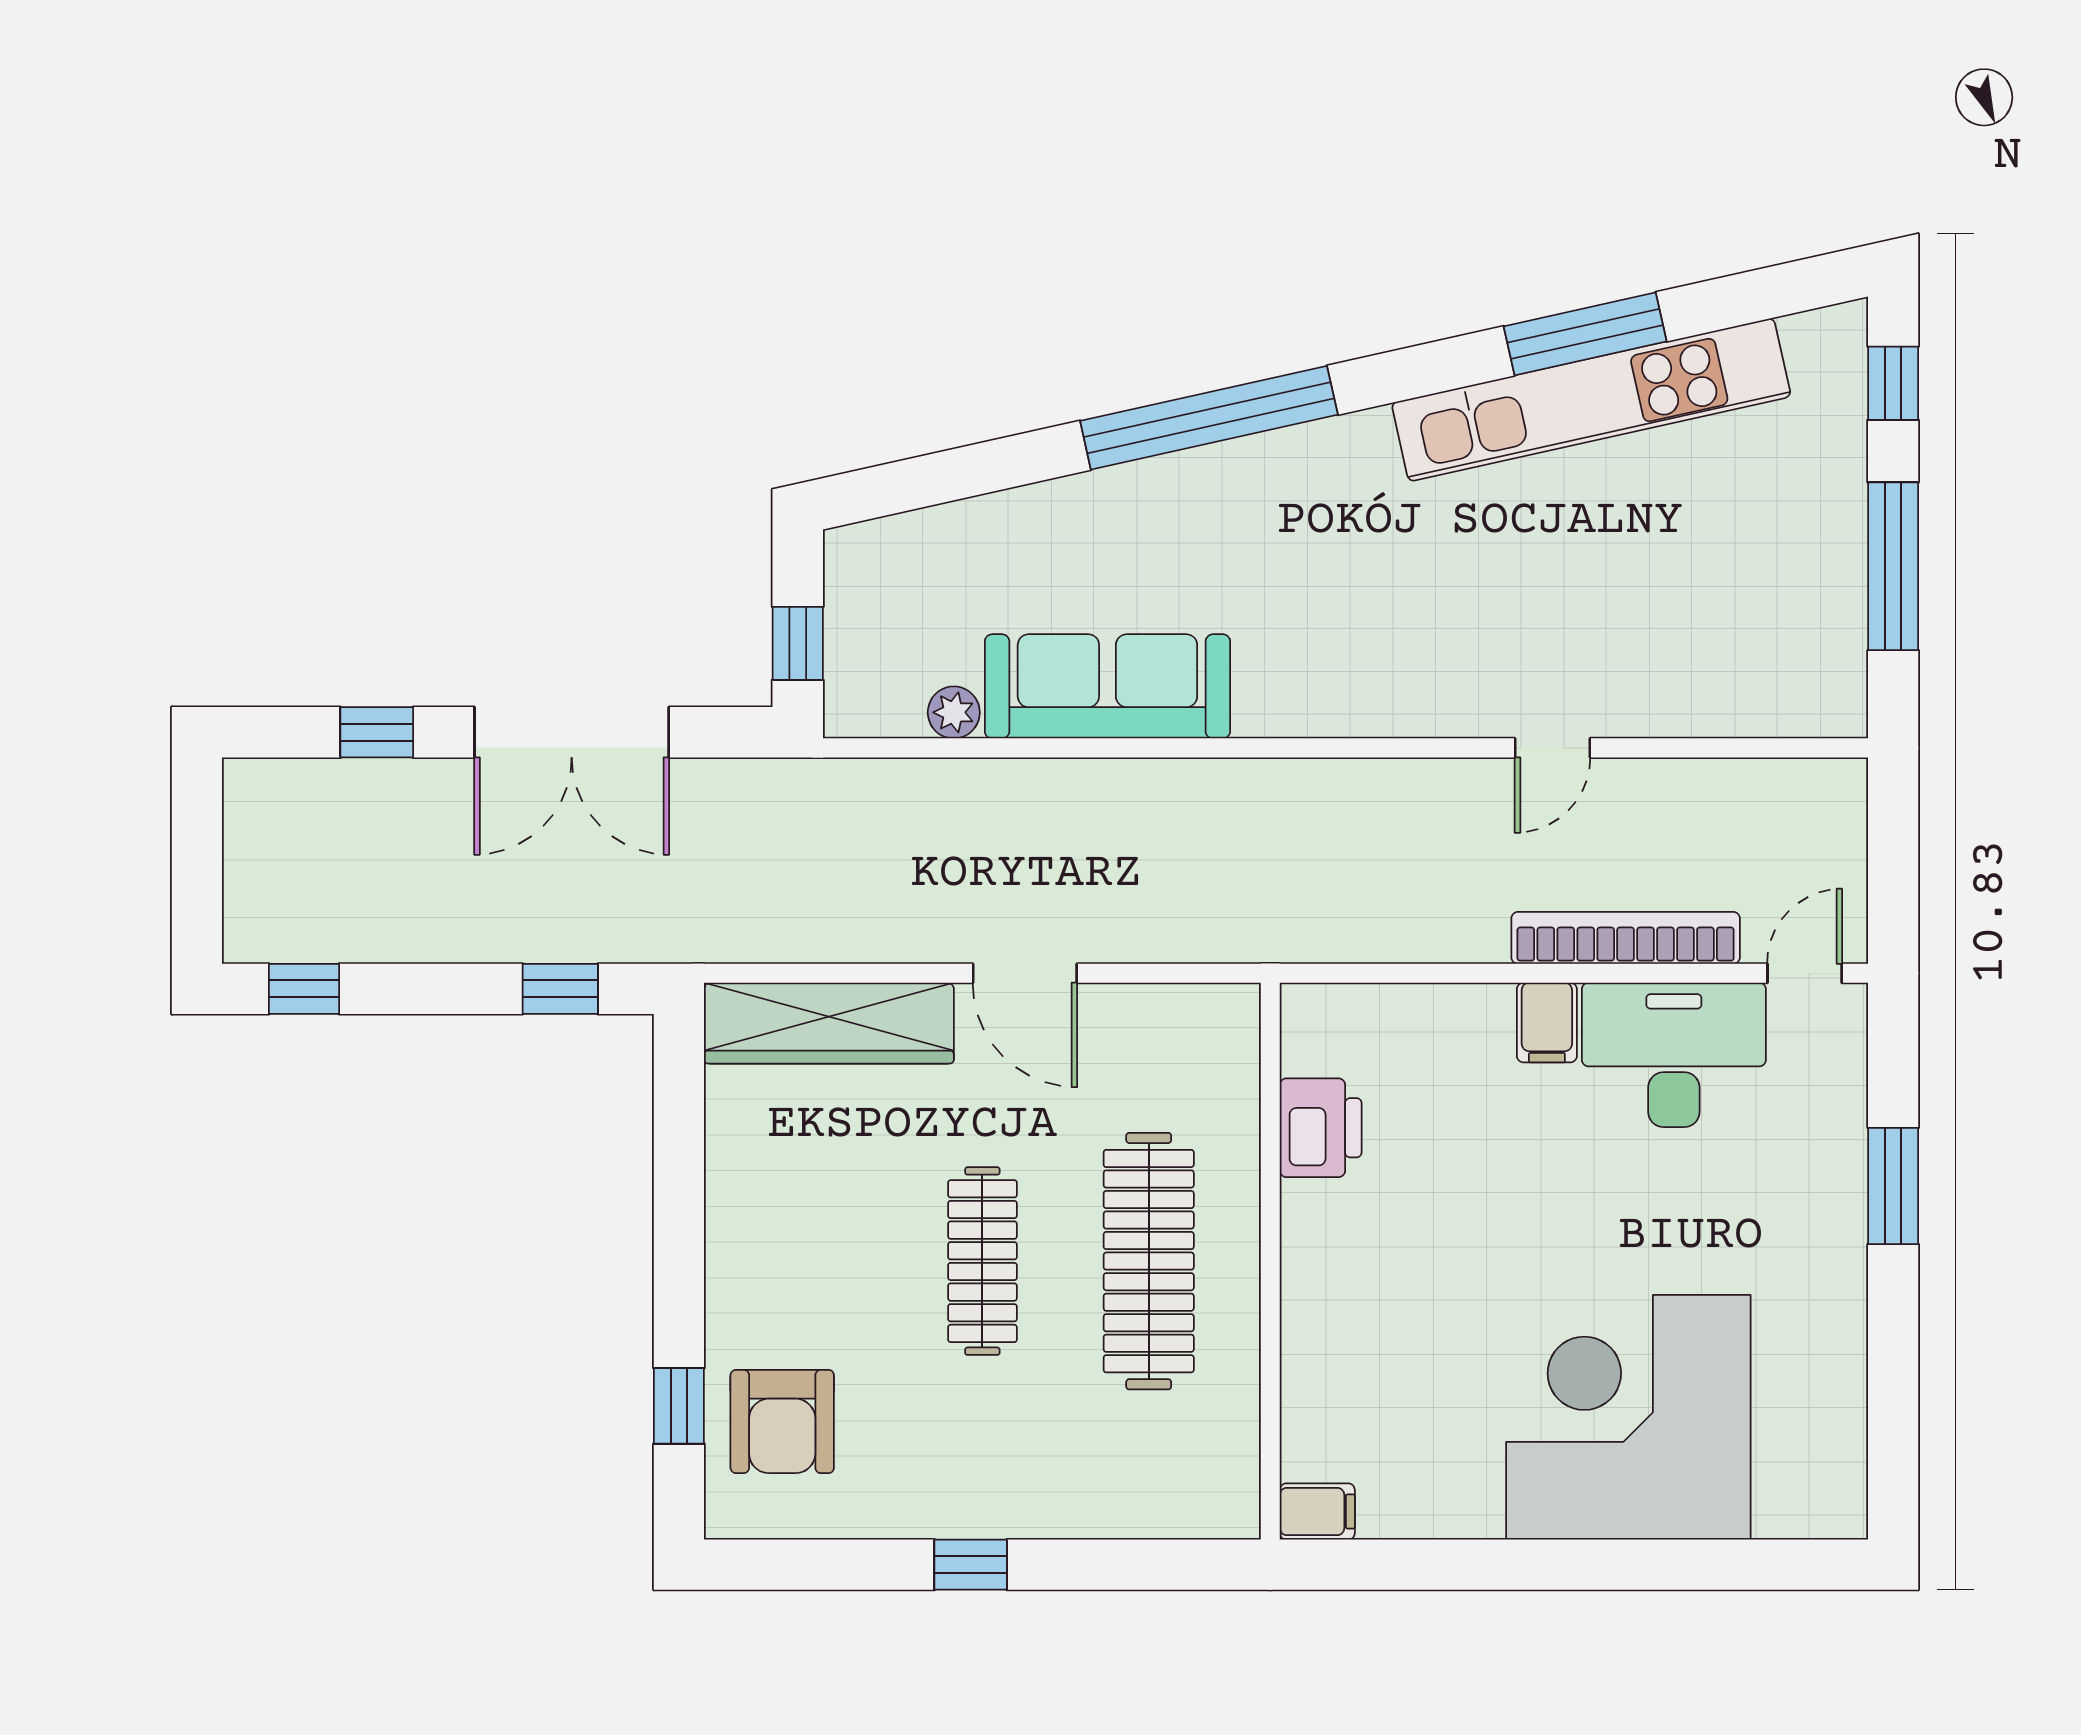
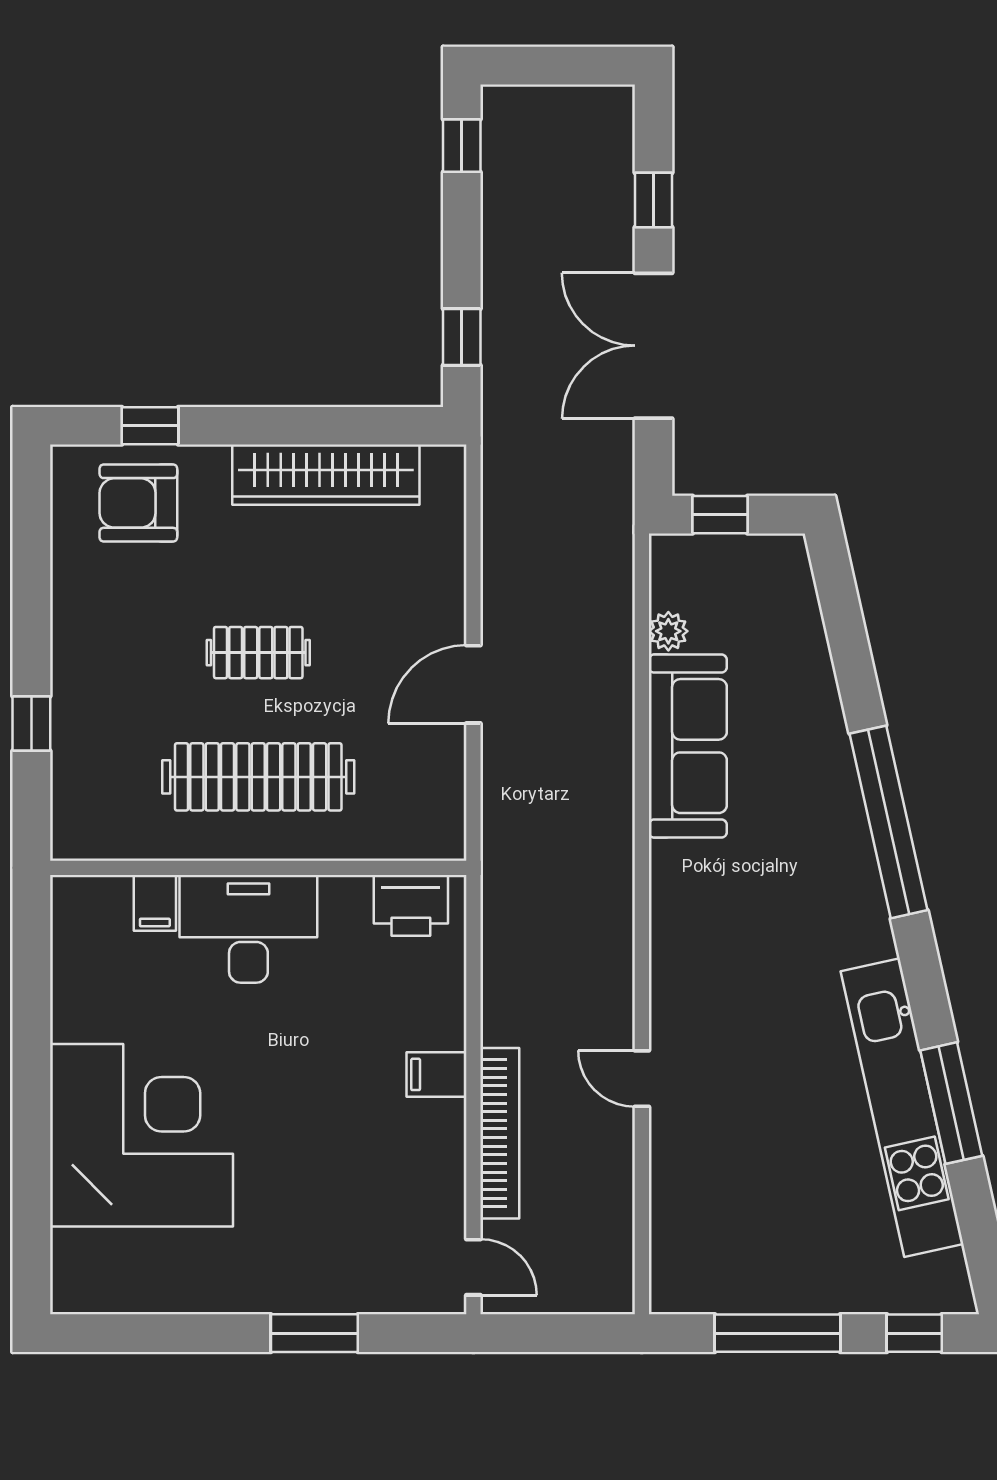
wardrobe: (829, 1023) -> (326, 475), moved, turned -90
desk: (1674, 1055) -> (248, 929), moved, turned -90
printer: (1321, 1128) -> (411, 905), moved
clothes rail: (982, 1261) -> (258, 653), width x0.73
filing cabinet: (1317, 1511) -> (155, 903), moved
window: (971, 1565) -> (31, 724), moved

